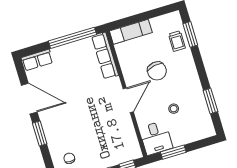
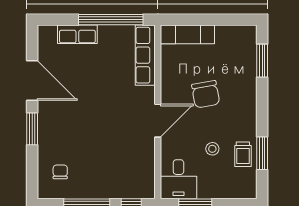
trolley: (177, 41) -> (243, 154), moved
row of seats: (37, 60) -> (77, 34), moved

